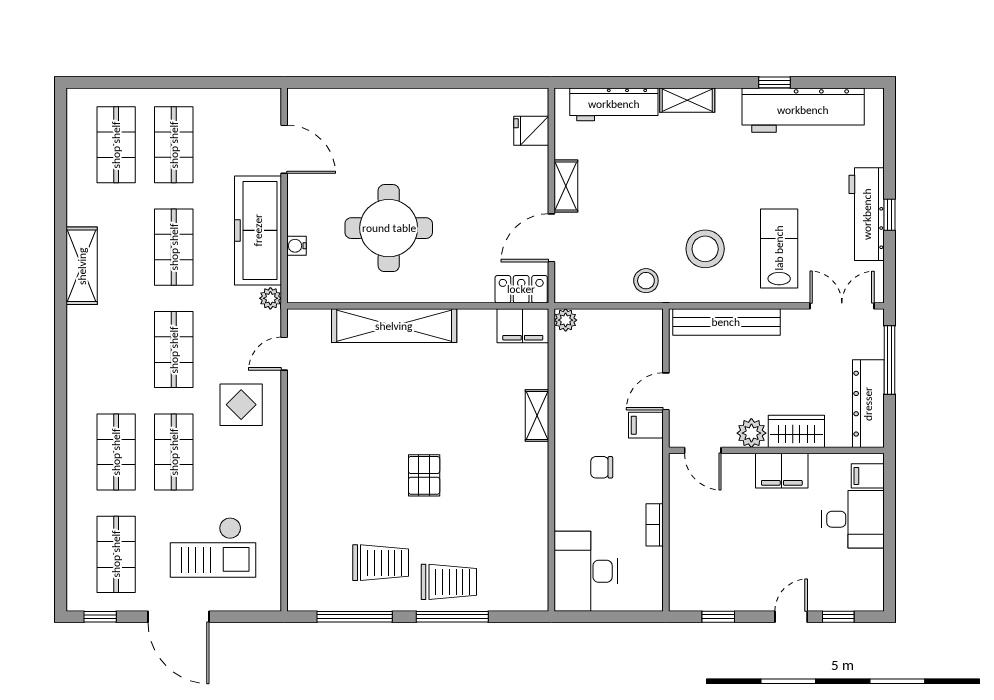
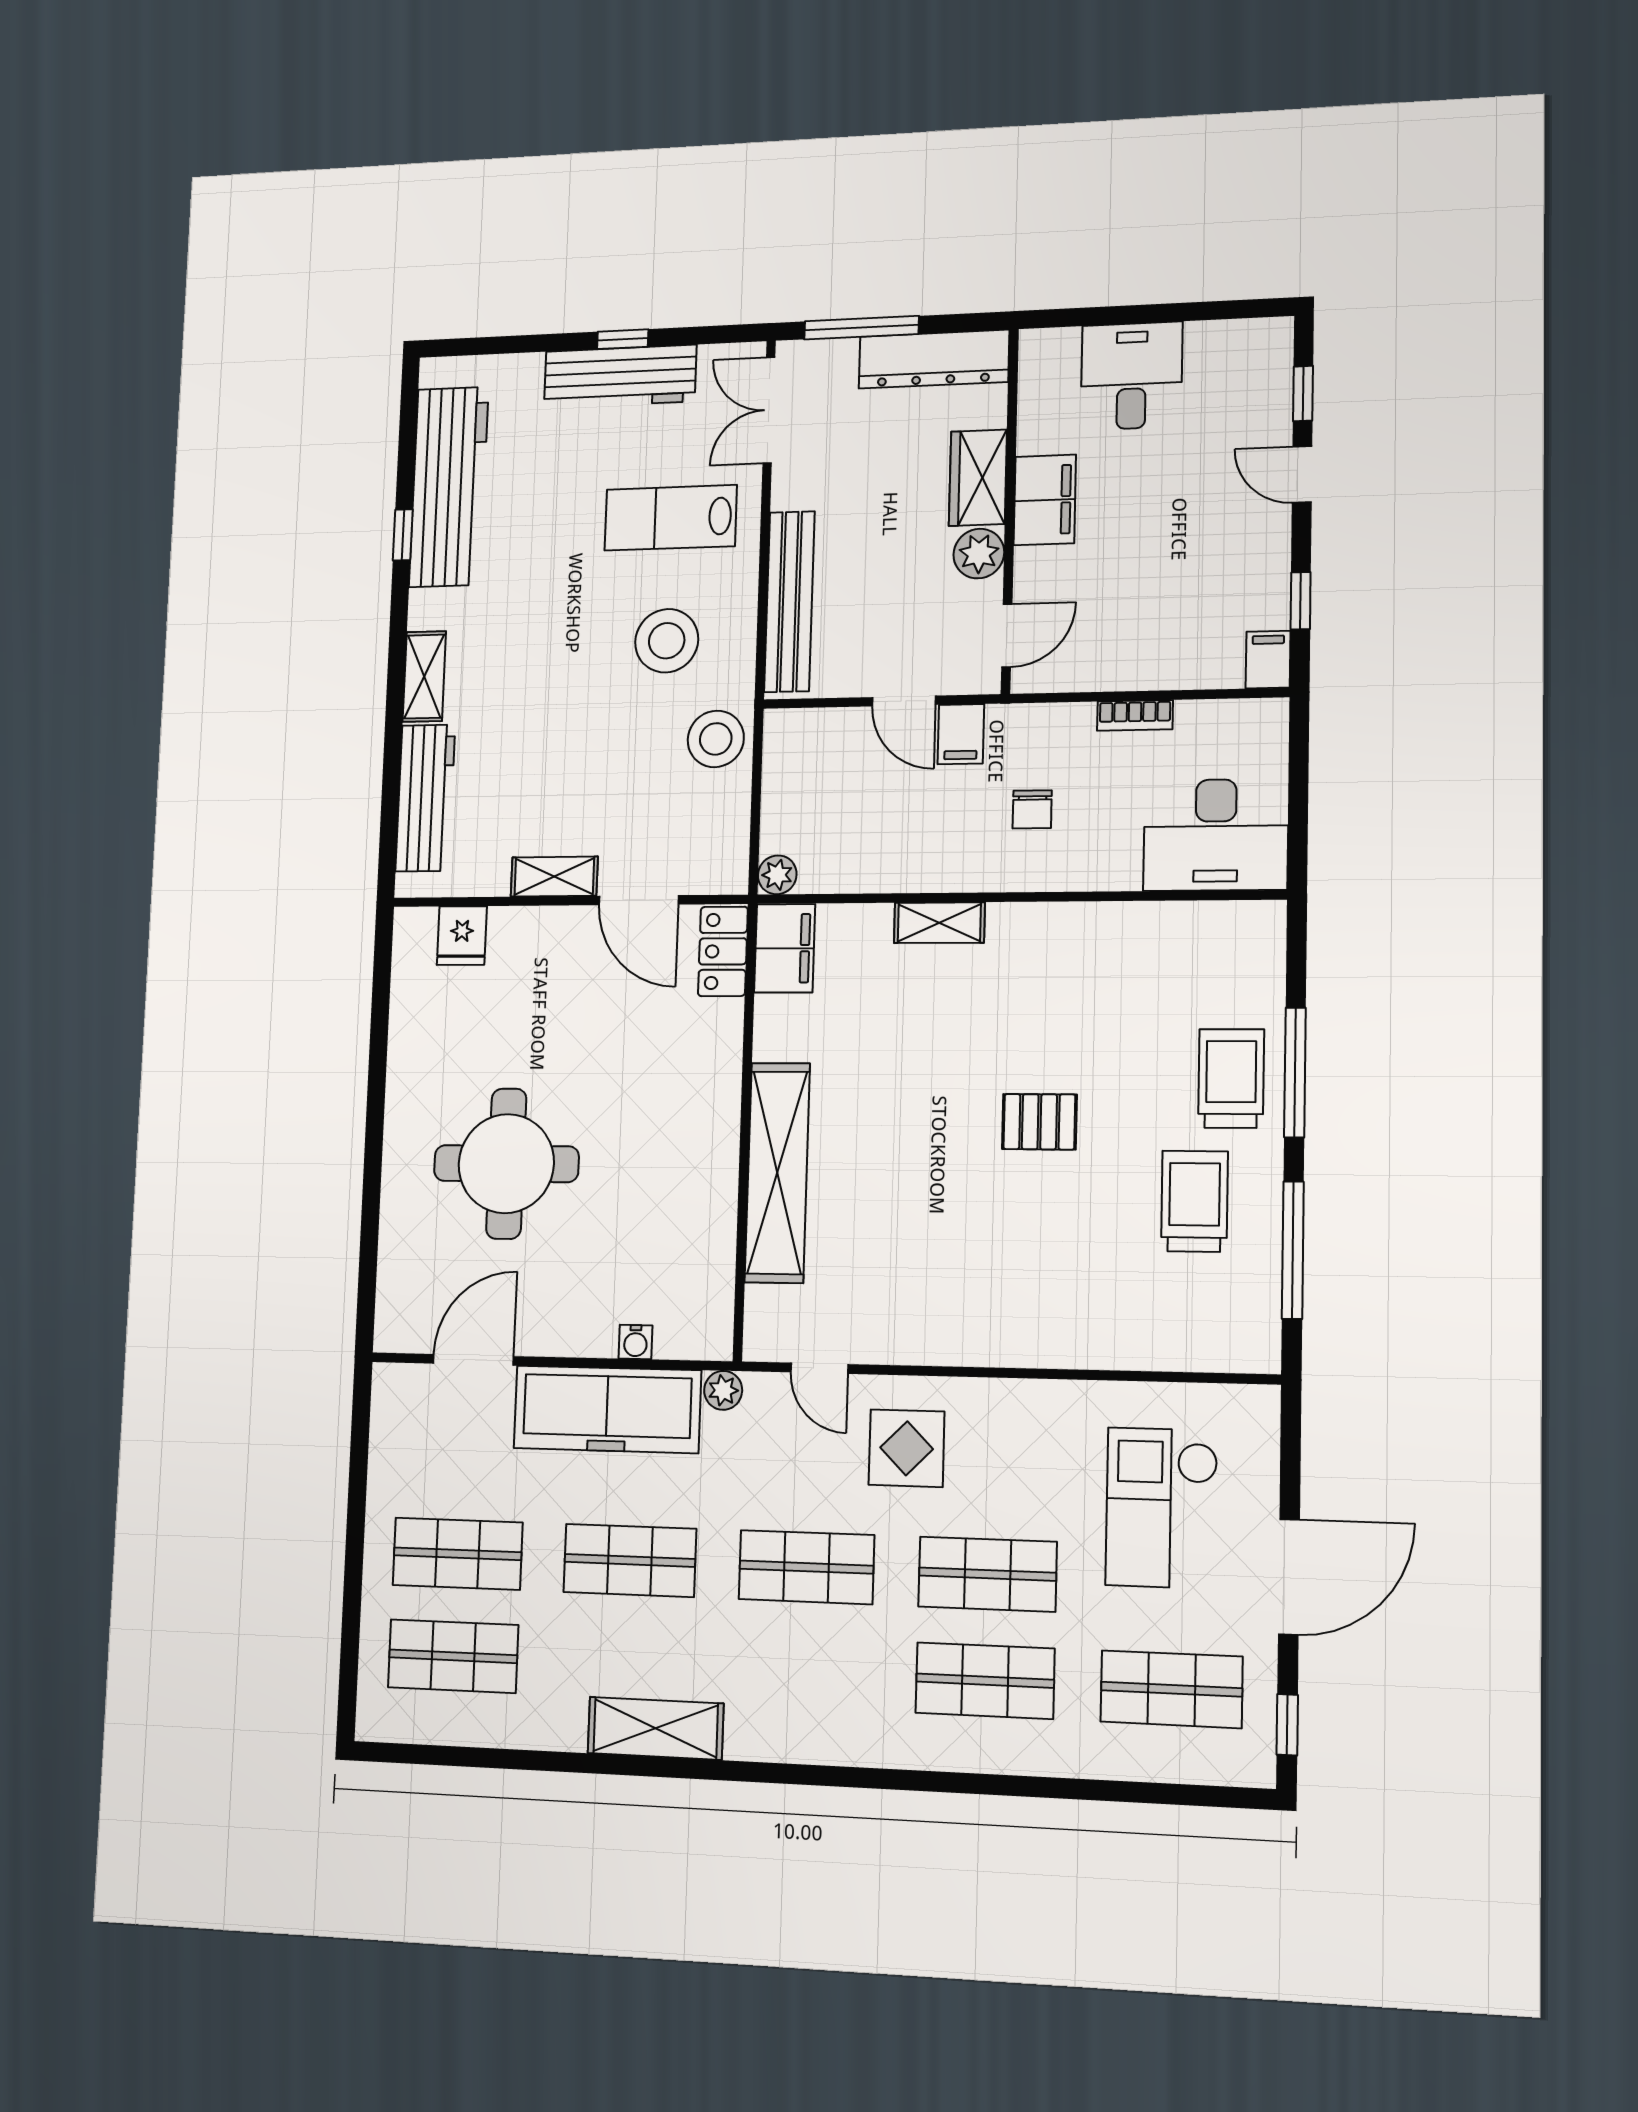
round table: (389, 228) -> (506, 1164), moved
stool: (646, 281) -> (716, 739), width x1.38, depth x1.38
filing cabinet: (868, 476) -> (1268, 660), moved, turned 180
checkout: (213, 547) -> (1162, 1508), turned 180

